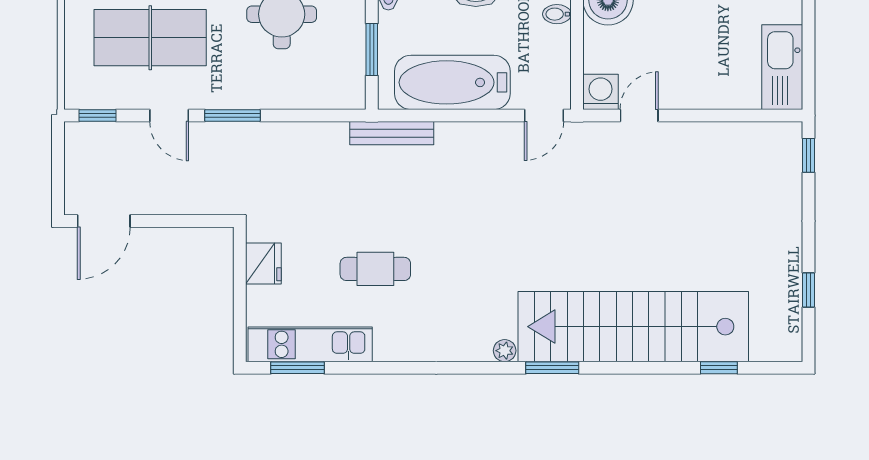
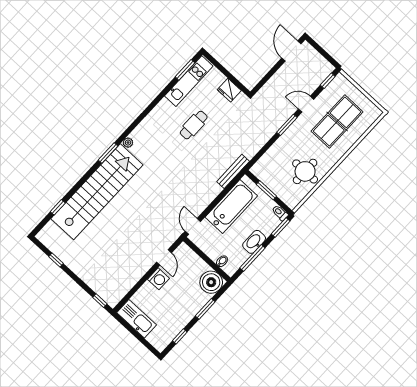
washing machine: (601, 92) -> (158, 279), moved

